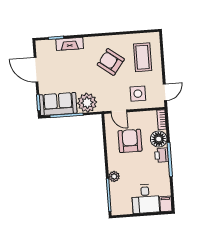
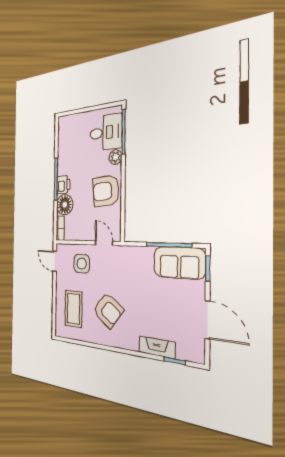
door: (165, 92) -> (55, 261), hinge flipped
plant: (87, 103) -> (140, 260), removed
armchair: (130, 141) -> (106, 191), moved, turned 85
desk: (145, 199) -> (106, 132), moved, turned 90
filing cabinet: (166, 204) -> (63, 125), removed

